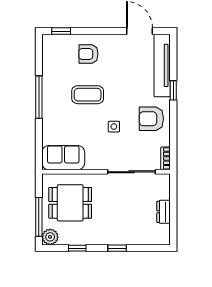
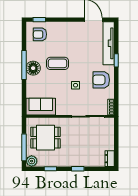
armchair: (88, 54) -> (40, 34), moved
floor lamp: (52, 102) -> (33, 68), added
dresser: (164, 212) -> (110, 159), moved

